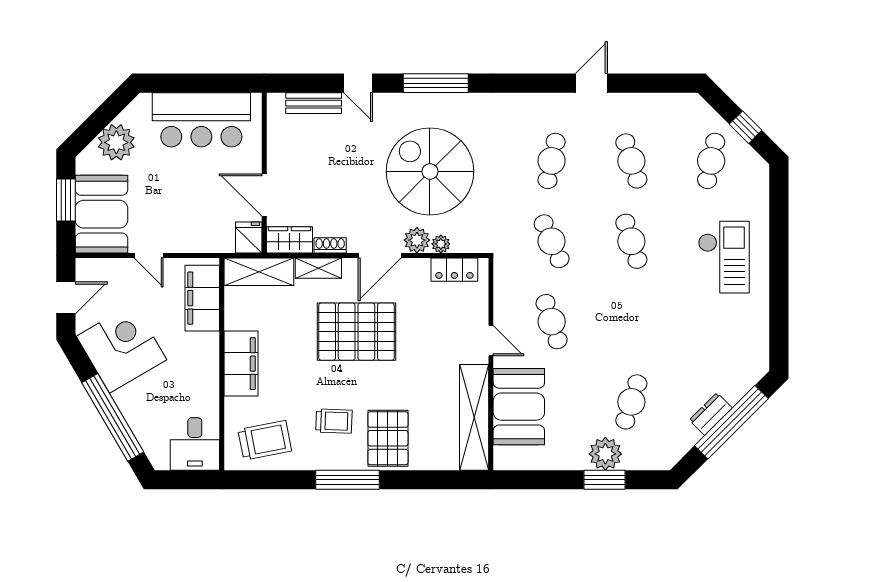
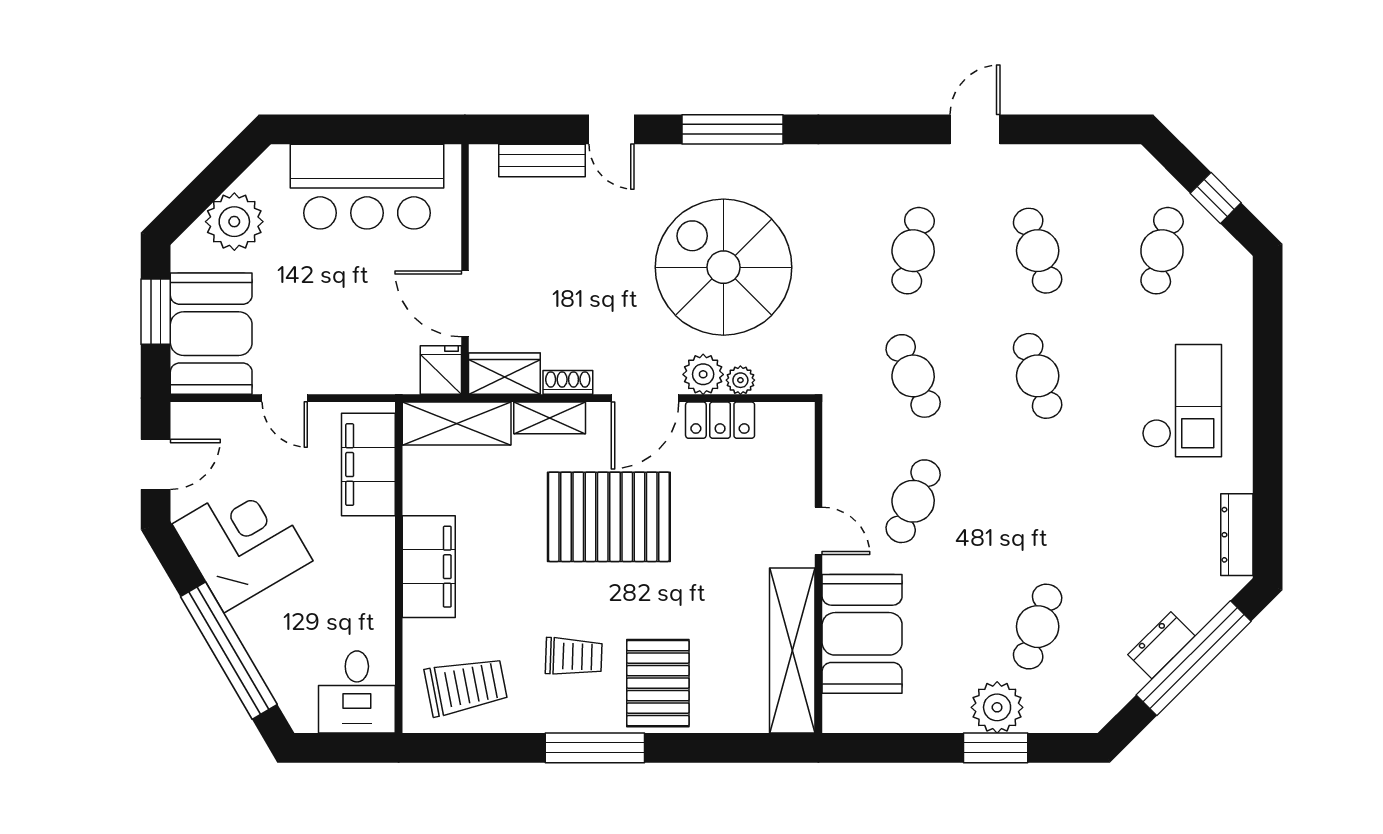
locker: (454, 270) -> (720, 420), moved
cafe table: (552, 322) -> (913, 501), turned 42
dresser: (759, 343) -> (1237, 535), added

